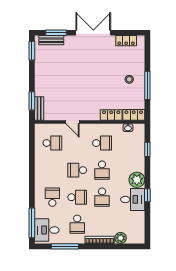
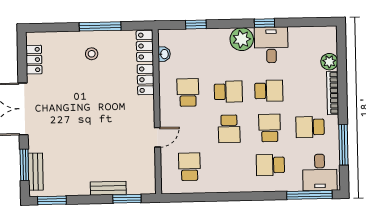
bench: (39, 109) -> (108, 188), moved
school desk: (77, 224) -> (310, 127), turned 180

